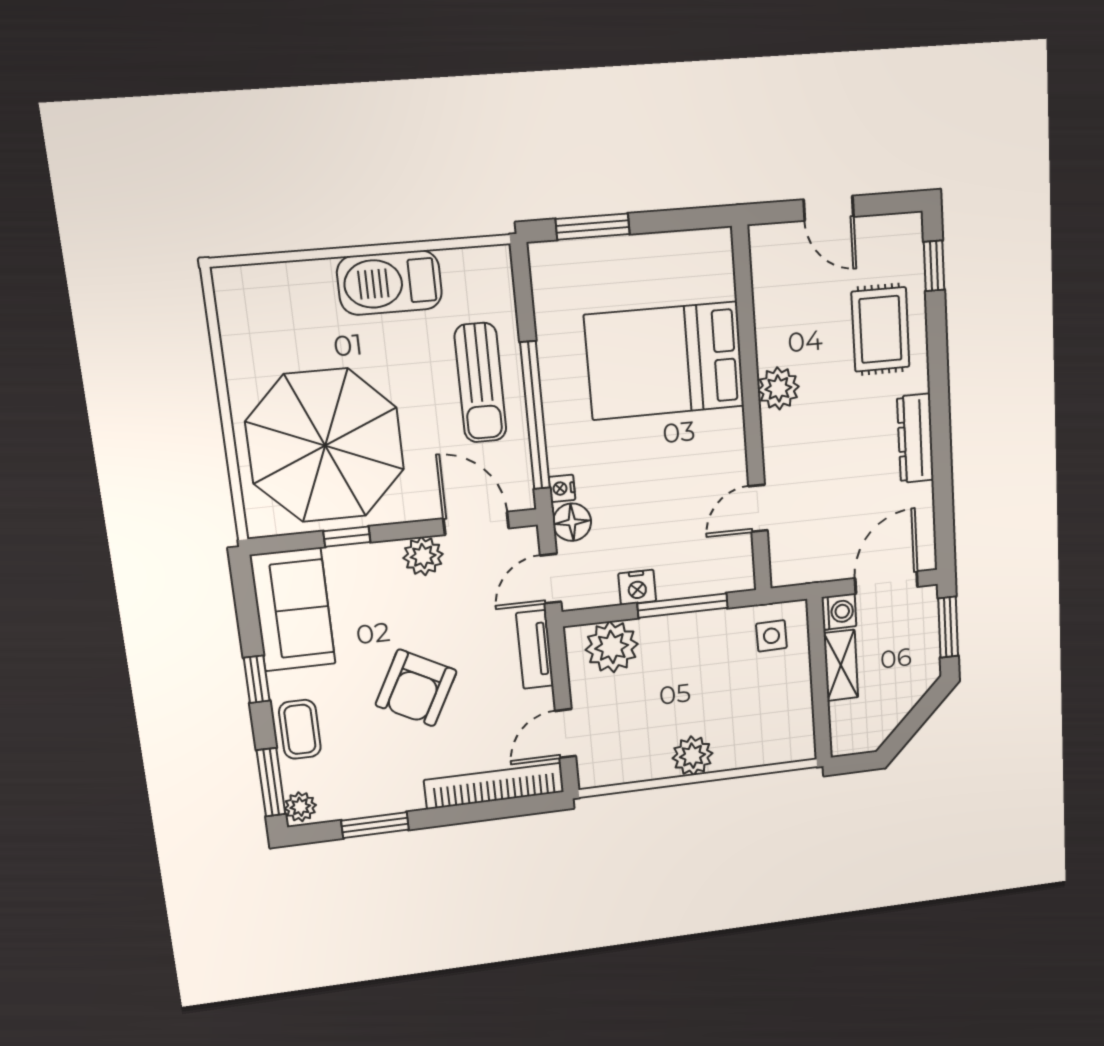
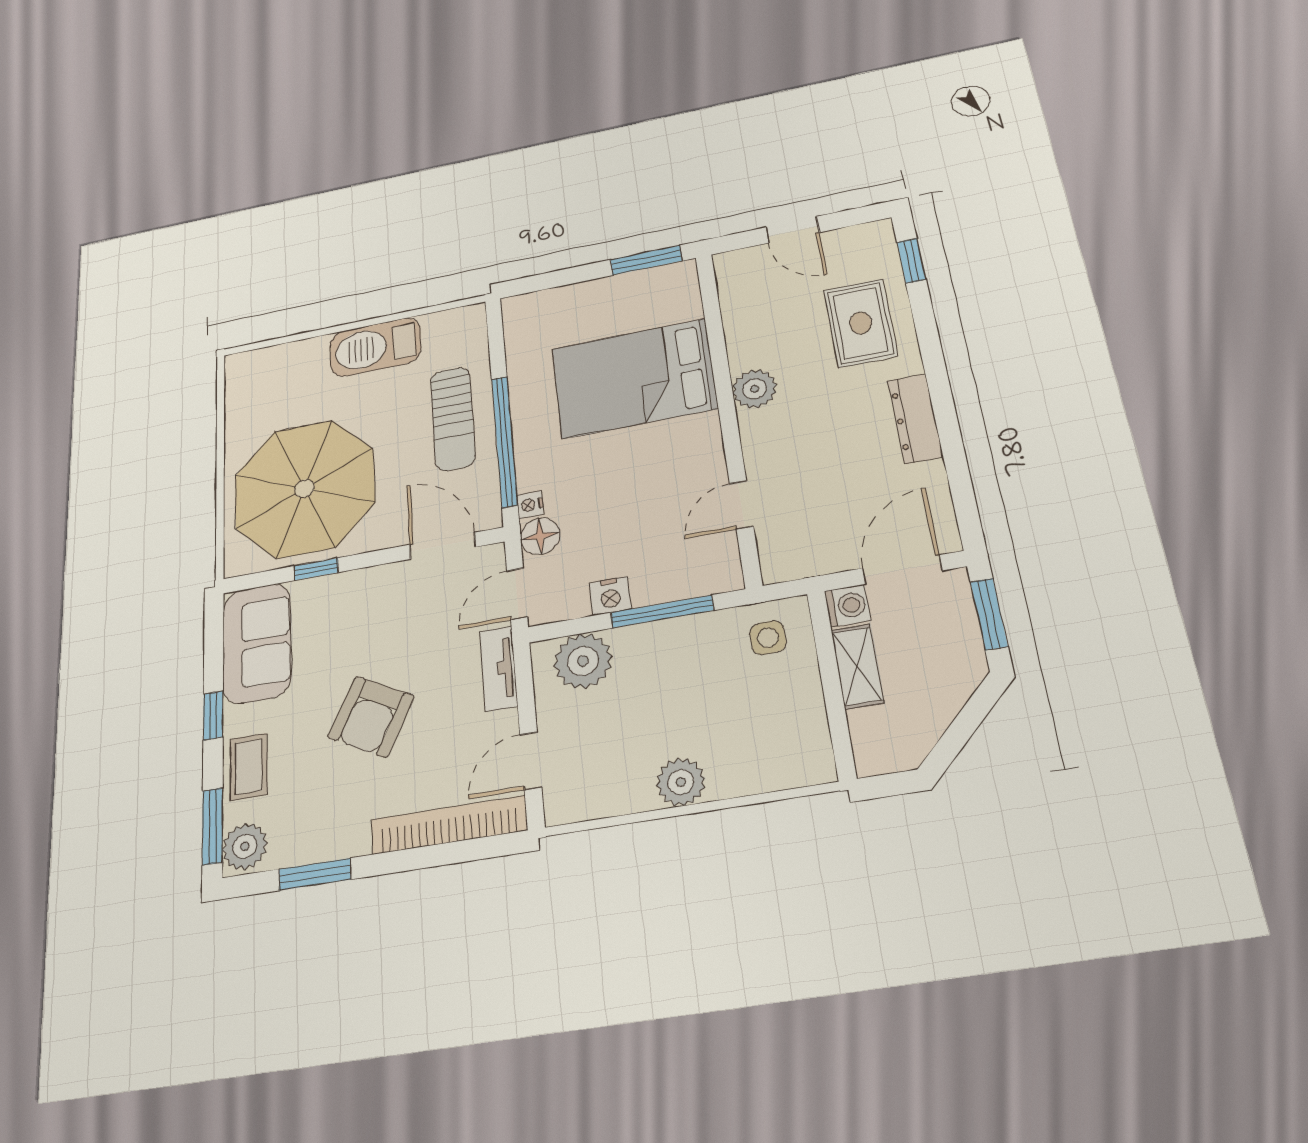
window: (593, 227) -> (646, 260), moved
plant: (423, 556) -> (388, 582), removed
plant: (300, 807) -> (245, 846), width x1.38, depth x1.38

